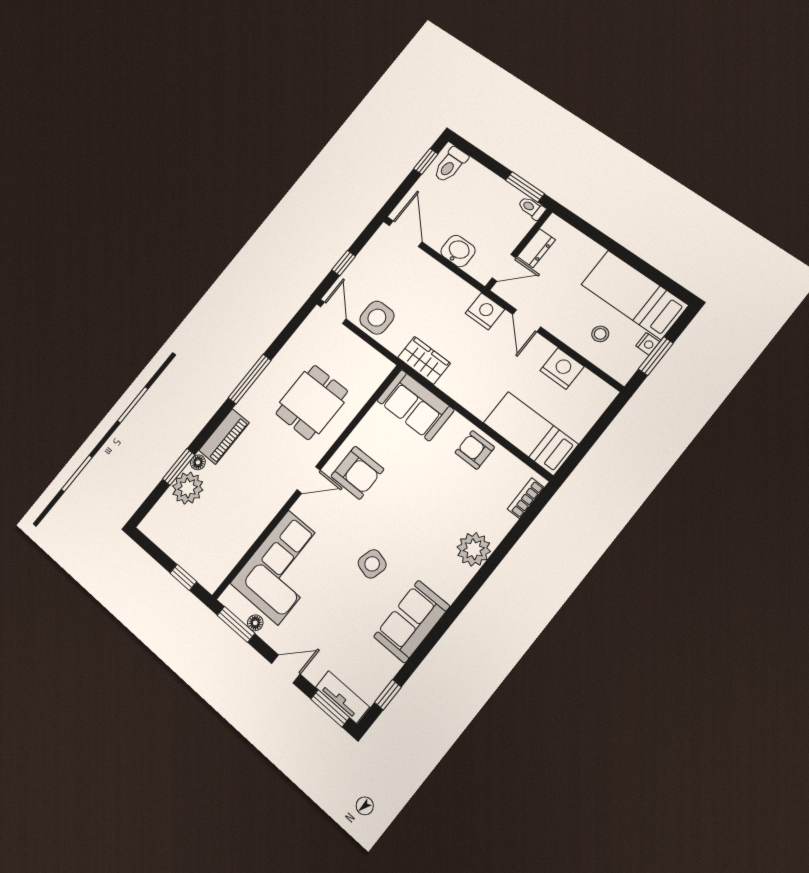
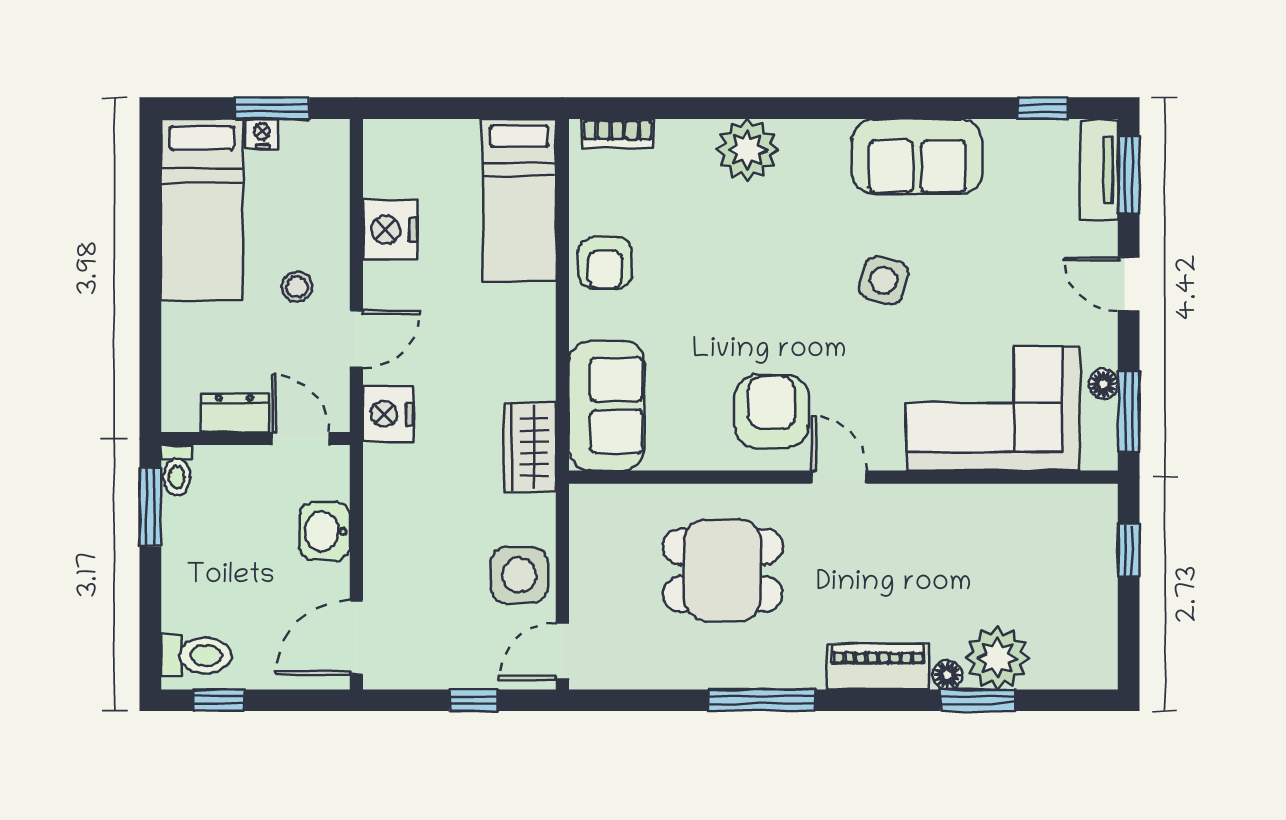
stool: (600, 334) -> (297, 287), moved

